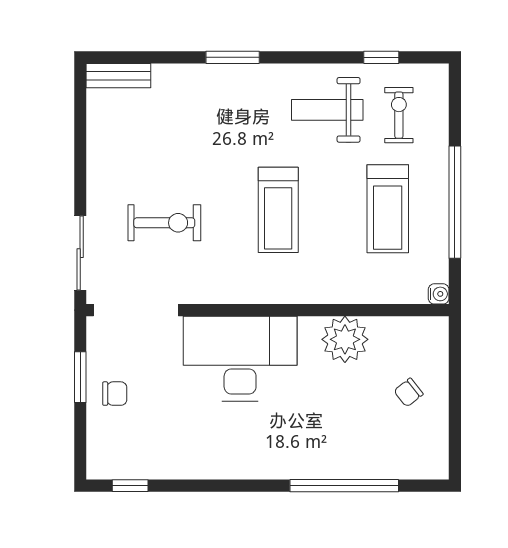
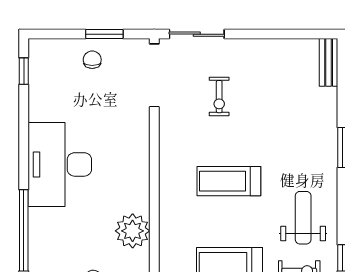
exercise bike: (164, 223) -> (219, 97), width x0.73, depth x0.72
desk: (240, 359) -> (60, 164), moved, turned 180
chair: (115, 394) -> (92, 60), turned 180

